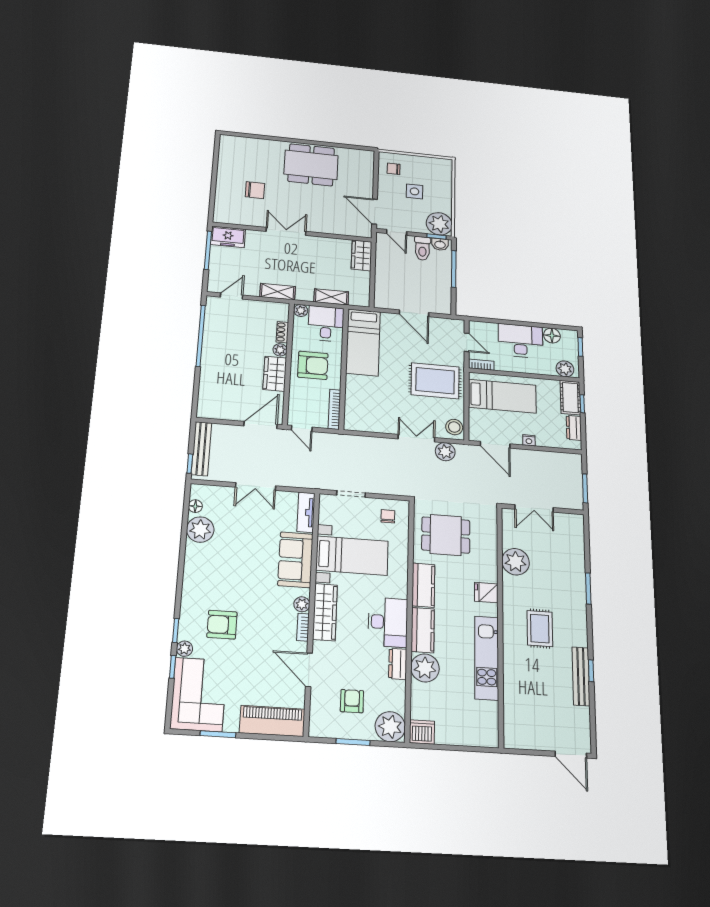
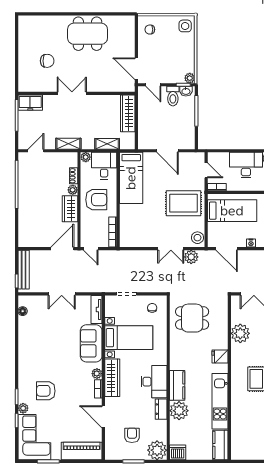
side table: (414, 191) -> (185, 26), moved
plant: (439, 224) -> (190, 78), width x0.53, depth x0.53
wardrobe: (361, 255) -> (128, 113), width x1.50
double door: (416, 438) -> (171, 249), swing flipped
plant: (200, 530) -> (27, 327), removed
kitchen counter: (423, 585) -> (220, 445), moved, turned 180

